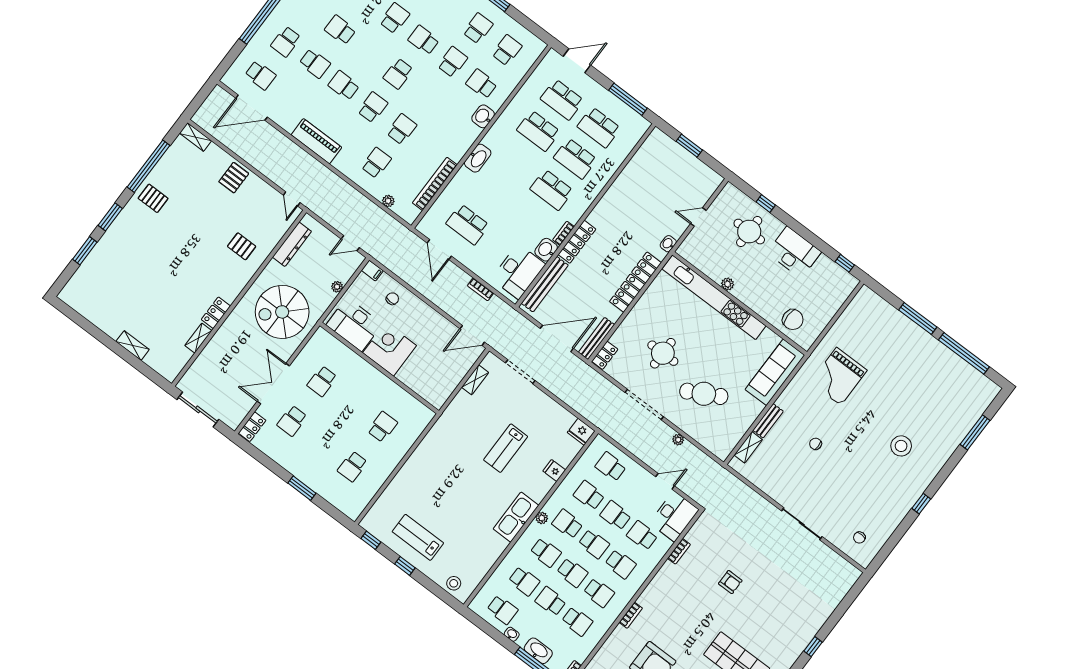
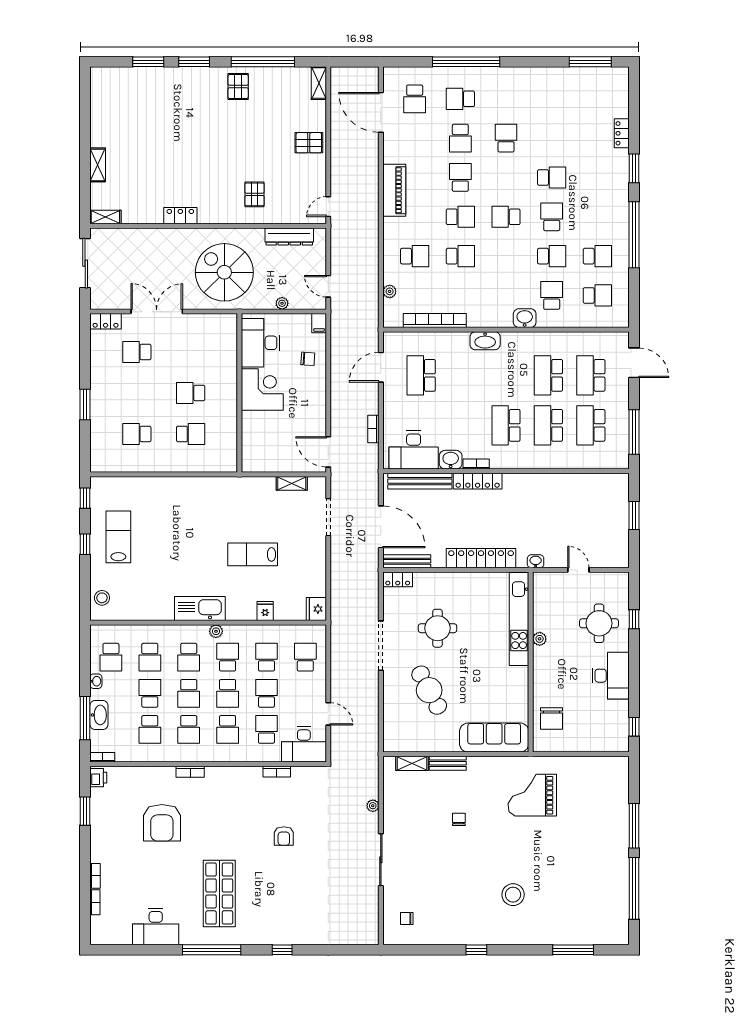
kitchen unit: (714, 297) -> (519, 619), width x0.73
shelving: (198, 338) -> (105, 217), moved
school desk: (322, 381) -> (191, 393), moved
plant: (678, 440) -> (373, 806), moved

